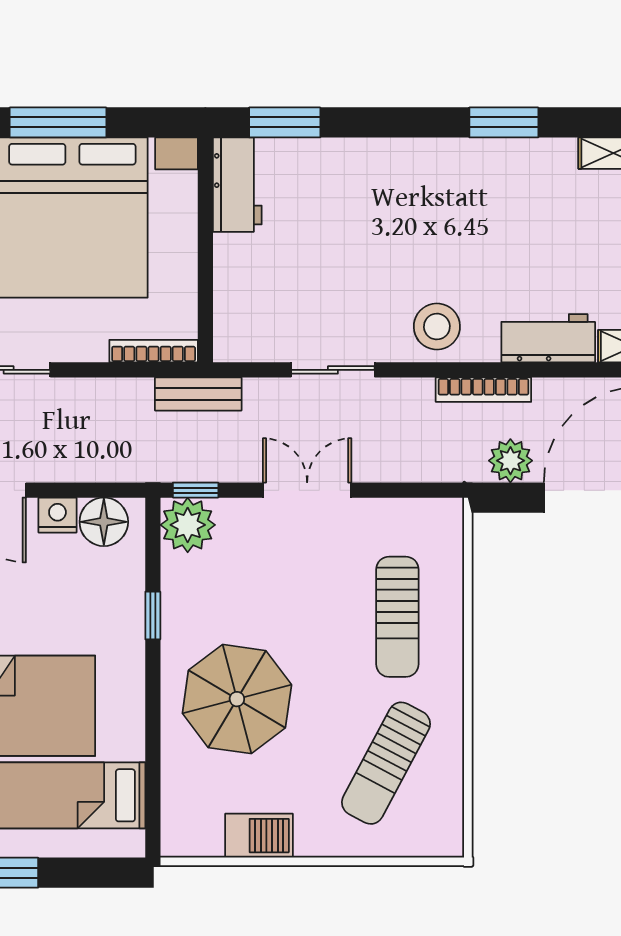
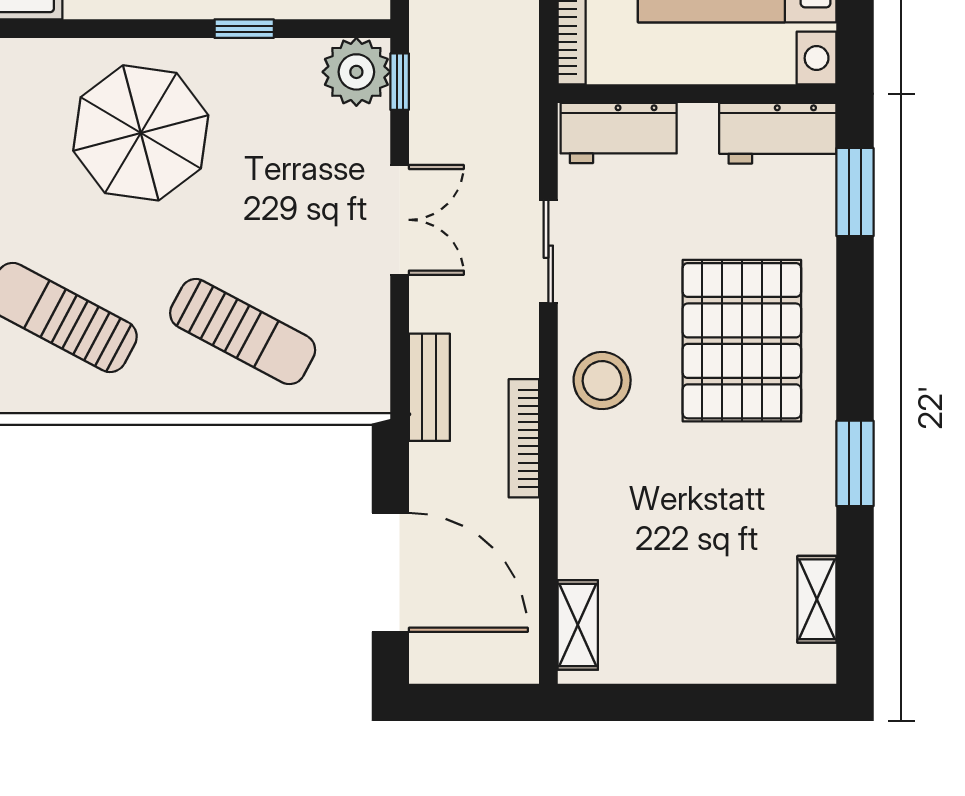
pallet: (405, 214) -> (742, 341), added
workbench: (548, 338) -> (619, 133), moved, turned 90
bench: (198, 394) -> (429, 387), moved
plant: (510, 461) -> (436, 472), removed
sun lounger: (397, 617) -> (243, 332), turned -152

